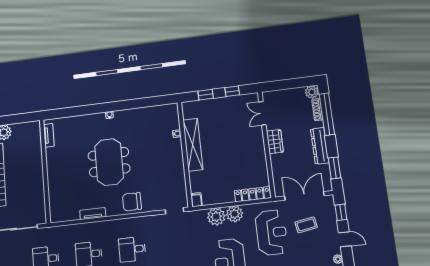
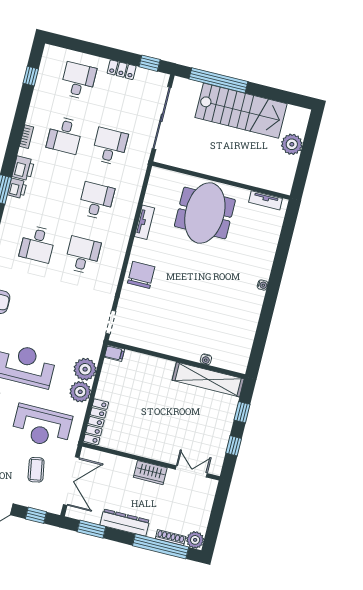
shelving: (193, 145) -> (208, 380), moved
meeting table: (109, 162) -> (205, 213), moved, turned 90

